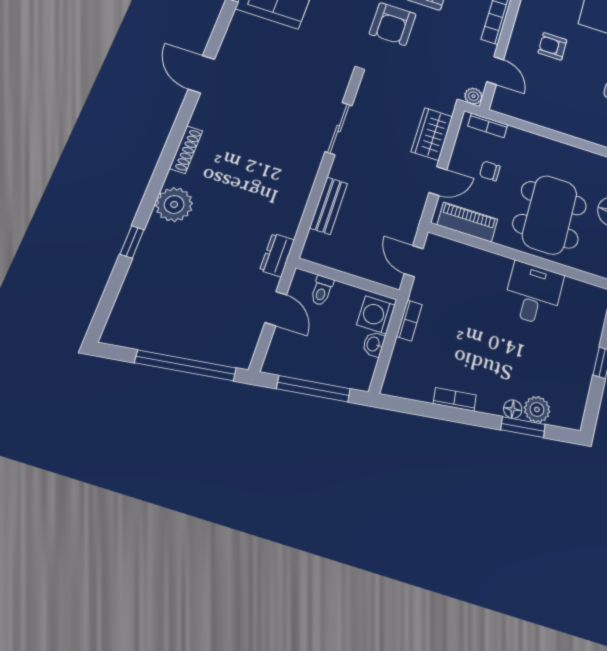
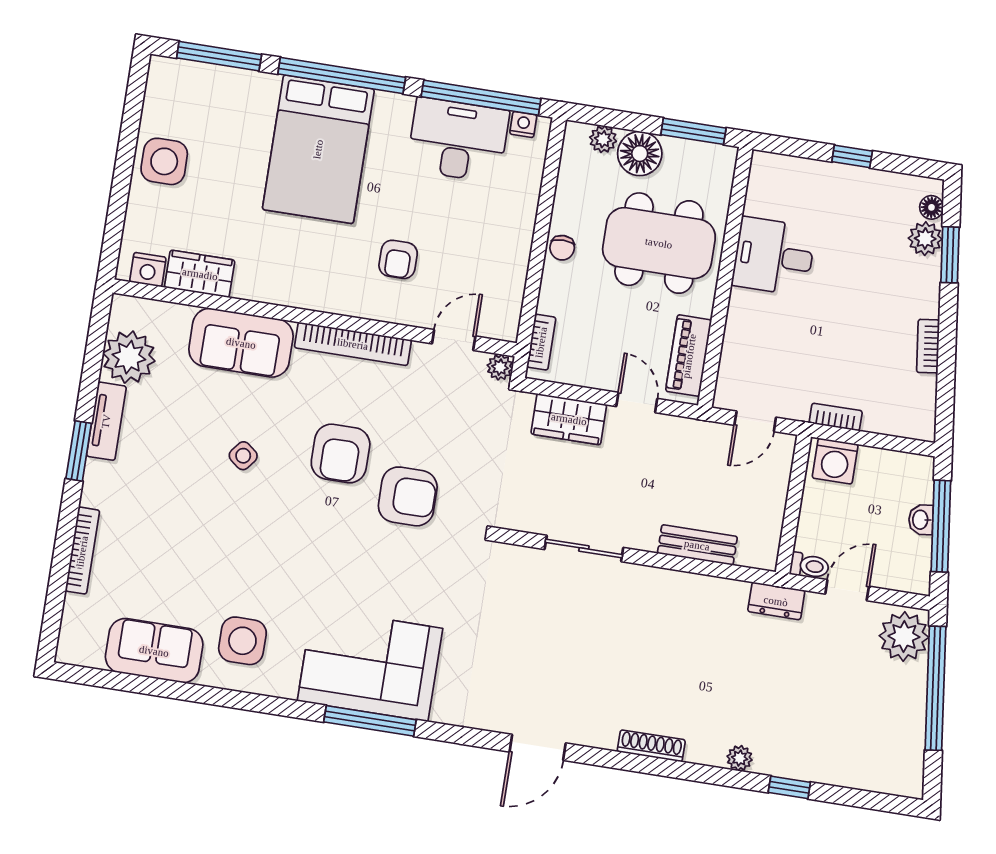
chair: (490, 171) -> (562, 248), moved
plant: (174, 204) -> (740, 758), width x0.53, depth x0.53
toilet: (322, 291) -> (809, 566), moved
washbasin: (374, 344) -> (921, 520), moved, turned 83
plant: (232, 347) -> (904, 637), added
floor lamp: (513, 409) -> (931, 207), moved

